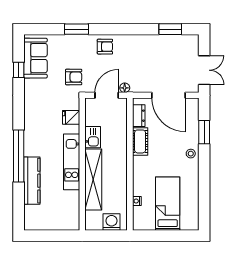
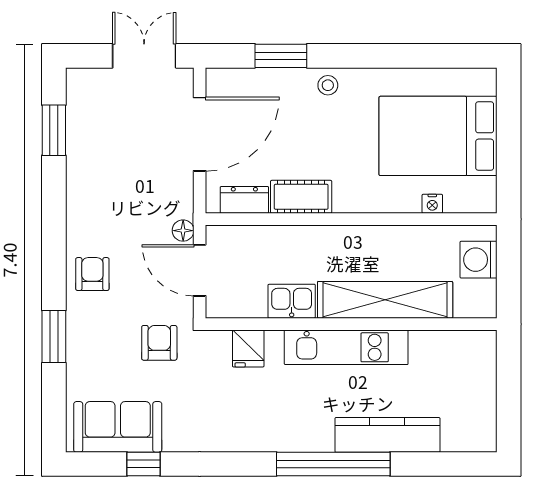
bed: (168, 204) -> (438, 136), width x1.50

